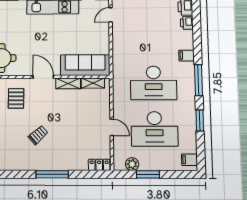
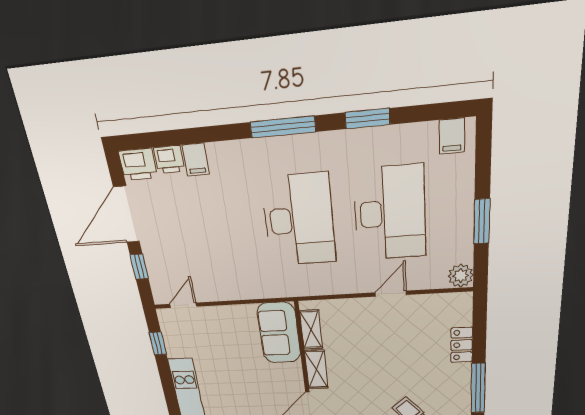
door: (111, 15) -> (183, 305), swing flipped
filing cabinet: (187, 56) -> (196, 160), moved
sofa: (85, 65) -> (279, 333), width x0.73
plant: (132, 164) -> (461, 276), moved
locker: (99, 165) -> (462, 345), moved

